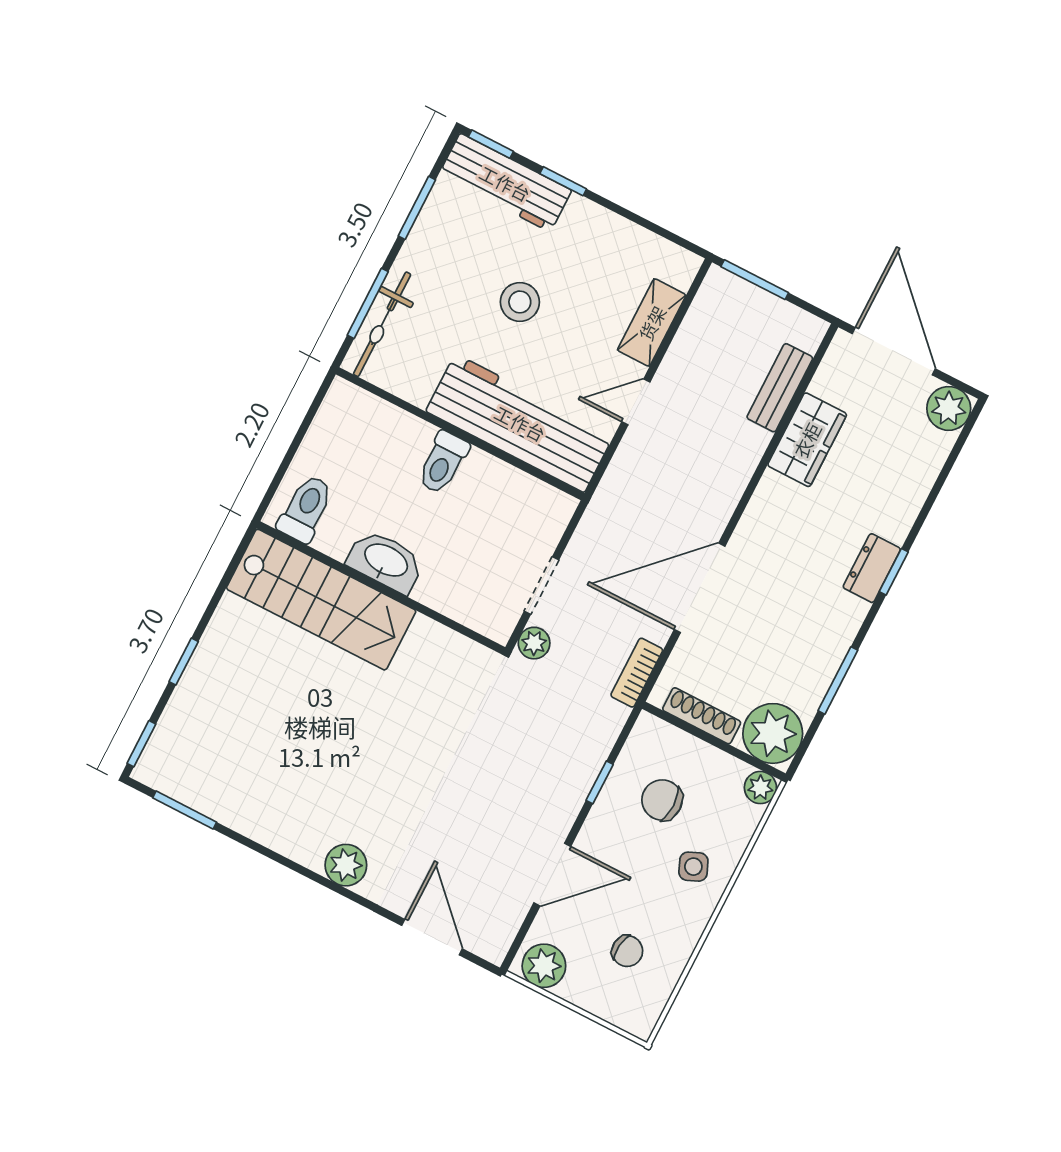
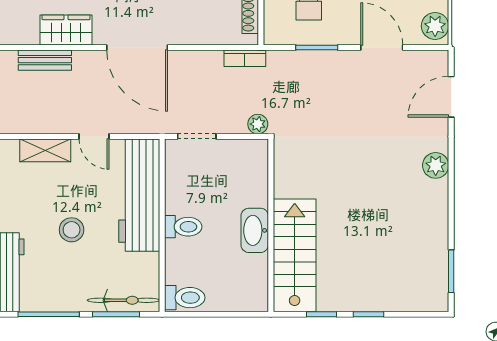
window: (417, 208) -> (49, 314), width x1.44
toilet: (306, 509) -> (185, 298), moved, turned 180
doorway: (541, 585) -> (197, 136), moved
door: (700, 588) -> (137, 48), moved
window: (141, 744) -> (322, 314), moved
window: (600, 782) -> (317, 48), width x1.50

